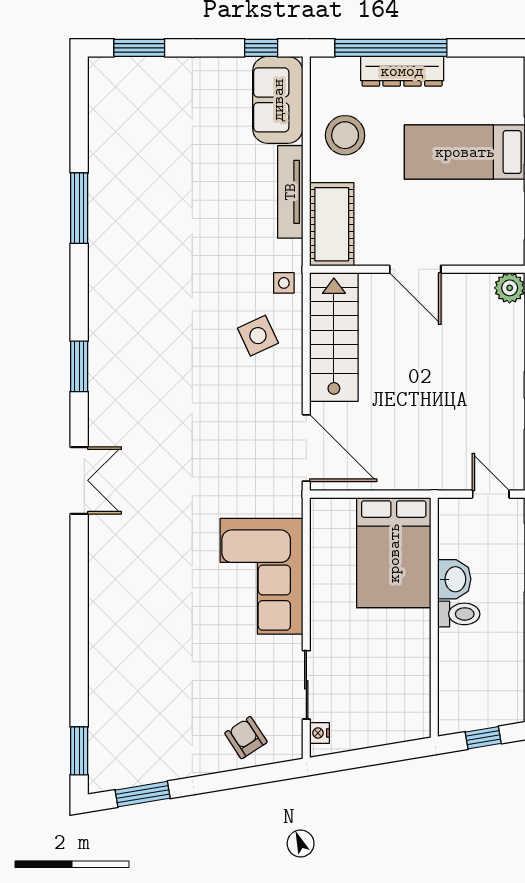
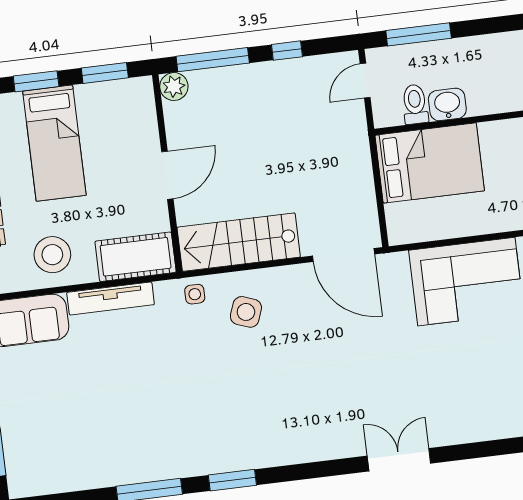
side table: (258, 336) -> (246, 312), turned 45
window: (79, 366) -> (232, 480), moved
door: (306, 448) -> (344, 255), swing flipped
toilet: (459, 614) -> (415, 104), moved

